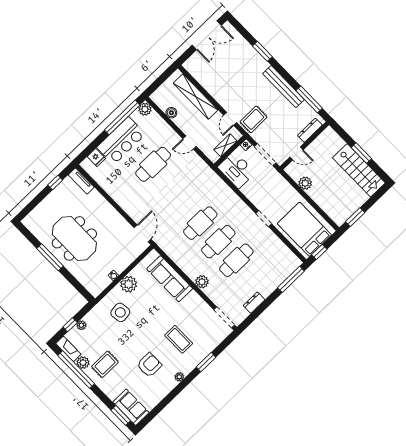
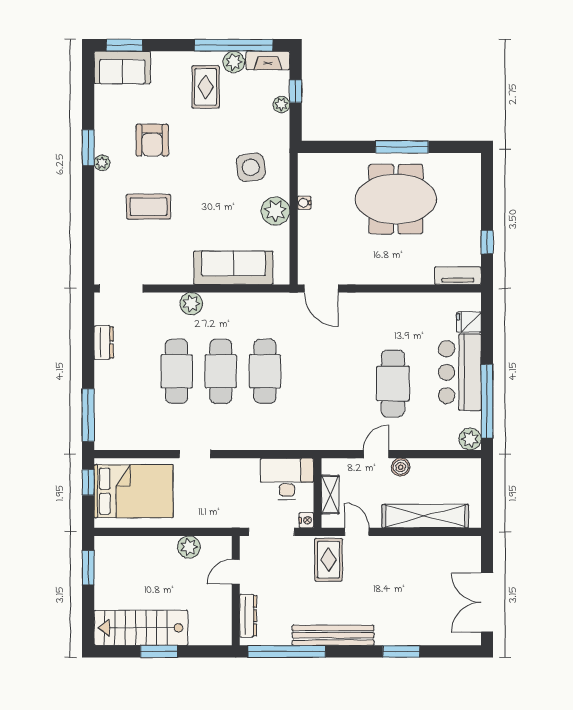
window: (309, 99) -> (287, 651), width x1.46
boiler: (171, 113) -> (401, 467), moved
window: (206, 362) -> (88, 148), moved

